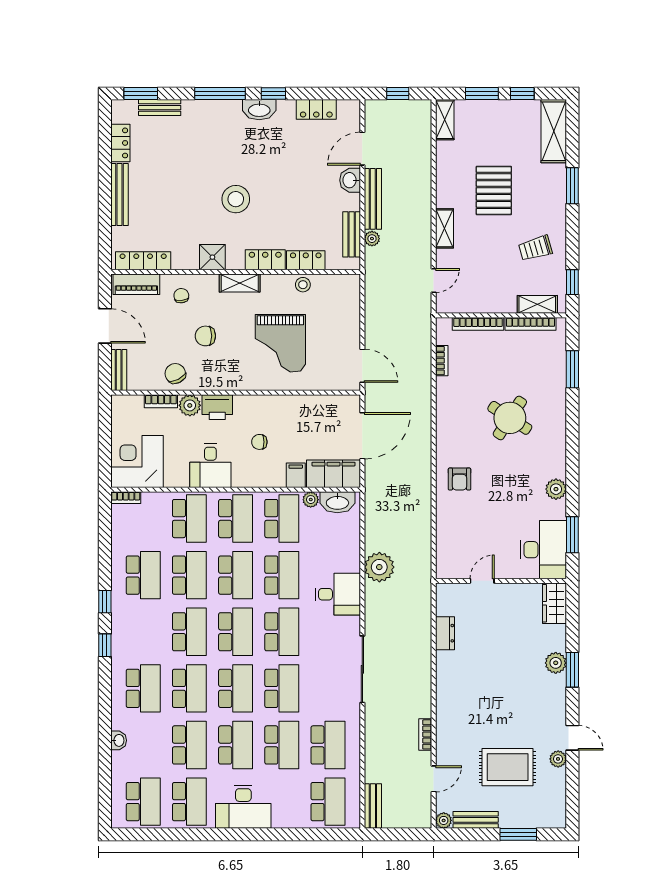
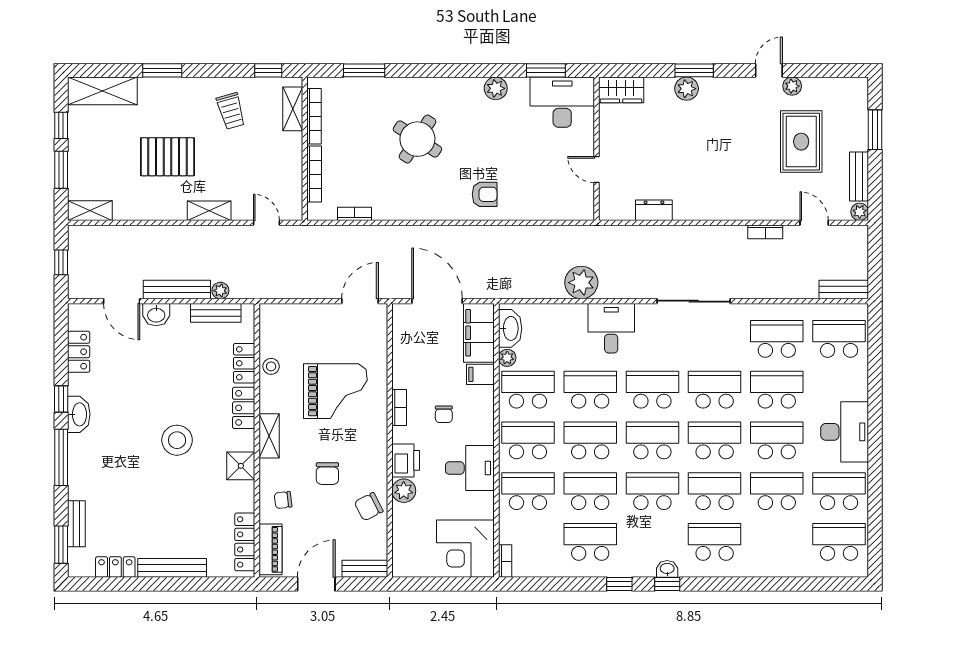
bookcase: (161, 401) -> (399, 408), moved
washbasin: (119, 740) -> (667, 569), moved

